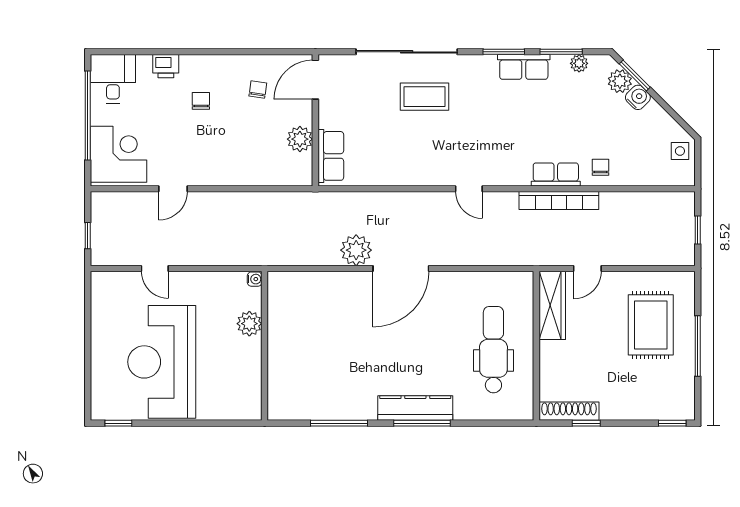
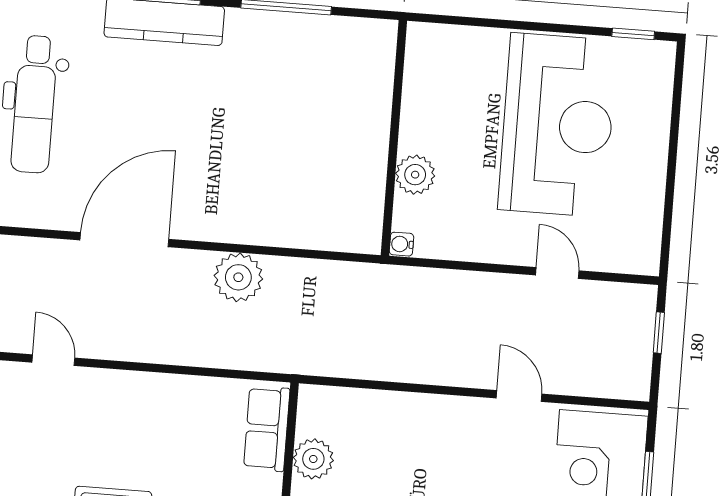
door: (173, 189) -> (519, 396), hinge flipped
door: (401, 268) -> (124, 240), moved

